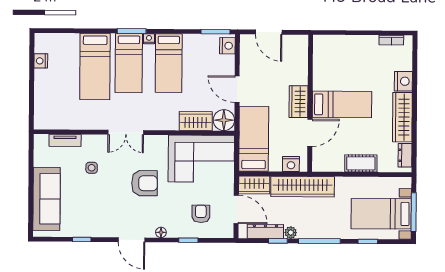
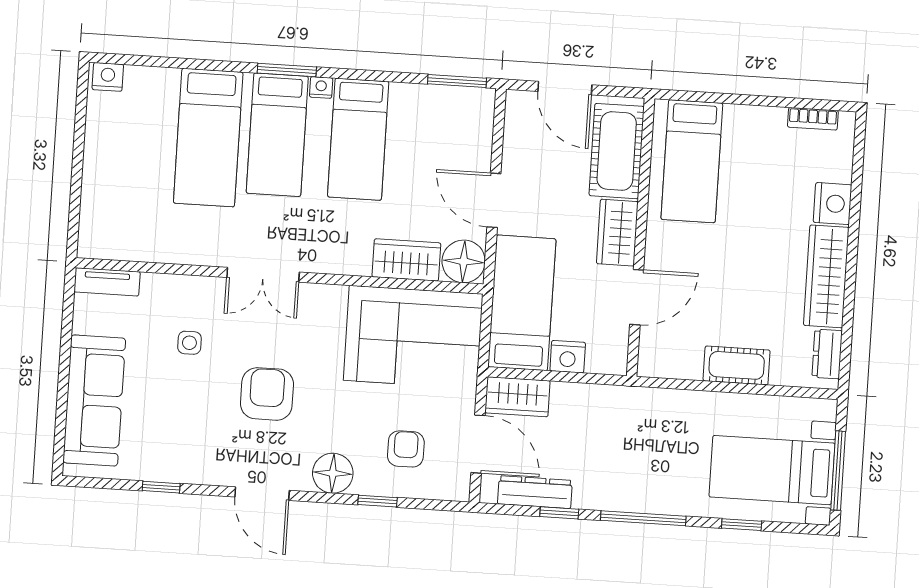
nightstand: (227, 46) -> (479, 111), removed
nightstand: (41, 61) -> (108, 77), moved, turned 90
cot: (296, 62) -> (617, 151), added
bed: (342, 104) -> (692, 161), moved, turned 90
tv unit: (65, 140) -> (107, 282), moved
nightstand: (291, 164) -> (568, 357), moved
armchair: (144, 183) -> (267, 394), moved, turned -90
wardrobe: (303, 187) -> (616, 406), removed
floor lamp: (161, 232) -> (333, 473), width x1.89, depth x1.89
plant: (291, 233) -> (586, 497), removed

